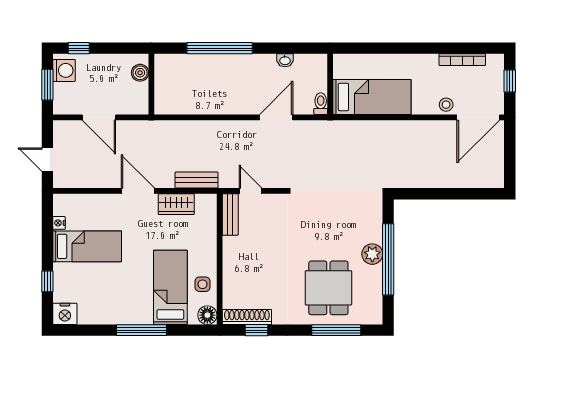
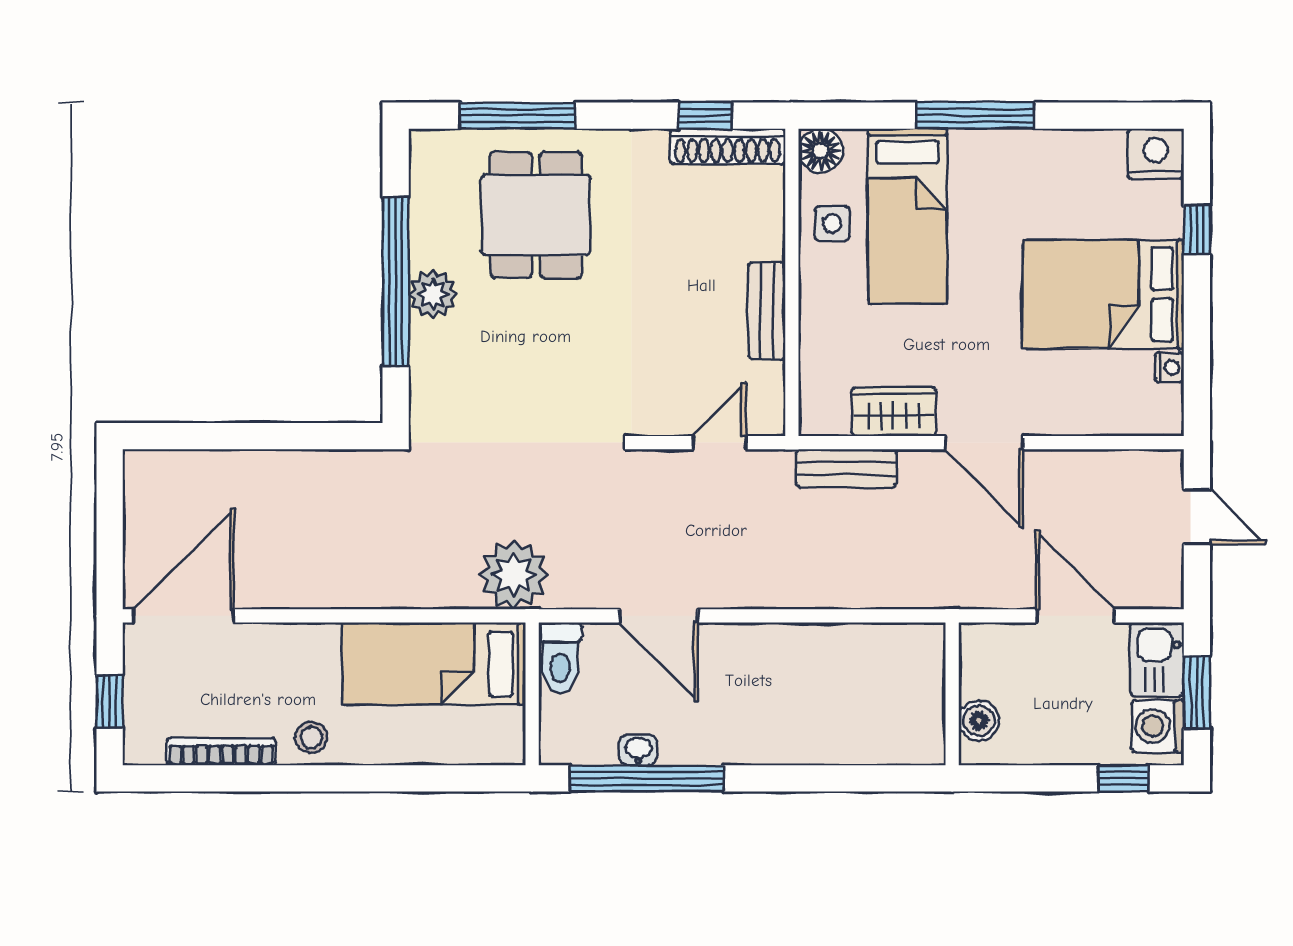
window: (220, 48) -> (647, 778), moved
kitchen sink: (64, 99) -> (1157, 659), added
toilet: (321, 104) -> (560, 658), width x1.37, depth x1.39
stool: (446, 105) -> (311, 738), moved
door: (276, 117) -> (659, 616), hinge flipped
plant: (338, 135) -> (514, 575), added
door: (250, 191) -> (719, 443), swing flipped
bench: (230, 214) -> (767, 311), moved
bed: (87, 246) -> (1103, 294), width x1.50

